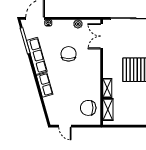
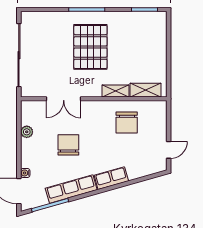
double door: (102, 36) -> (64, 99), moved
chair: (69, 54) -> (68, 145), turned 90
chair: (88, 108) -> (127, 123), moved

